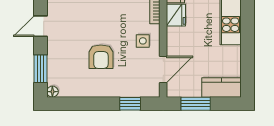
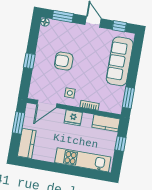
fridge: (176, 15) -> (73, 118), moved
door: (163, 70) -> (47, 104), hinge flipped
window: (130, 104) -> (29, 61), moved

